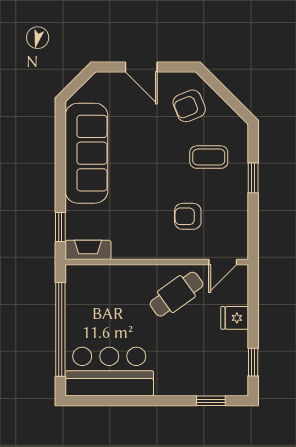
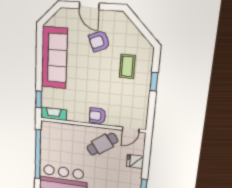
armchair: (189, 106) -> (99, 41), moved
coffee table: (209, 157) -> (127, 66), turned 90
armchair: (188, 216) -> (97, 116), moved

